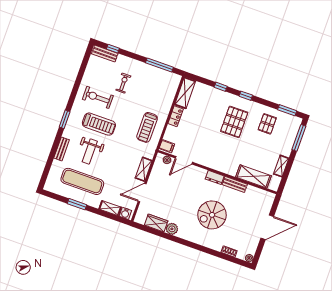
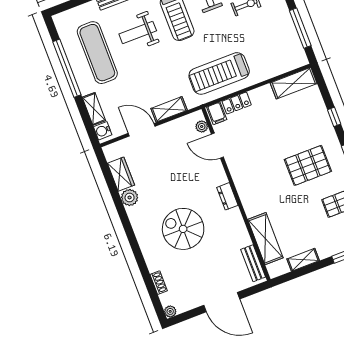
locker: (176, 116) -> (237, 103), moved
treadmill: (147, 127) -> (219, 73), width x1.37, depth x1.38
bench: (235, 184) -> (253, 263), moved
window: (77, 204) -> (67, 68), width x2.11

